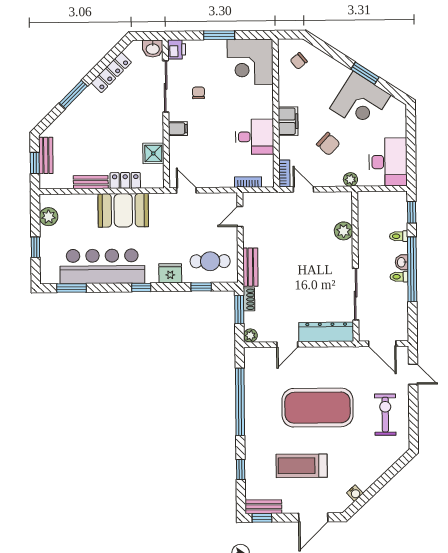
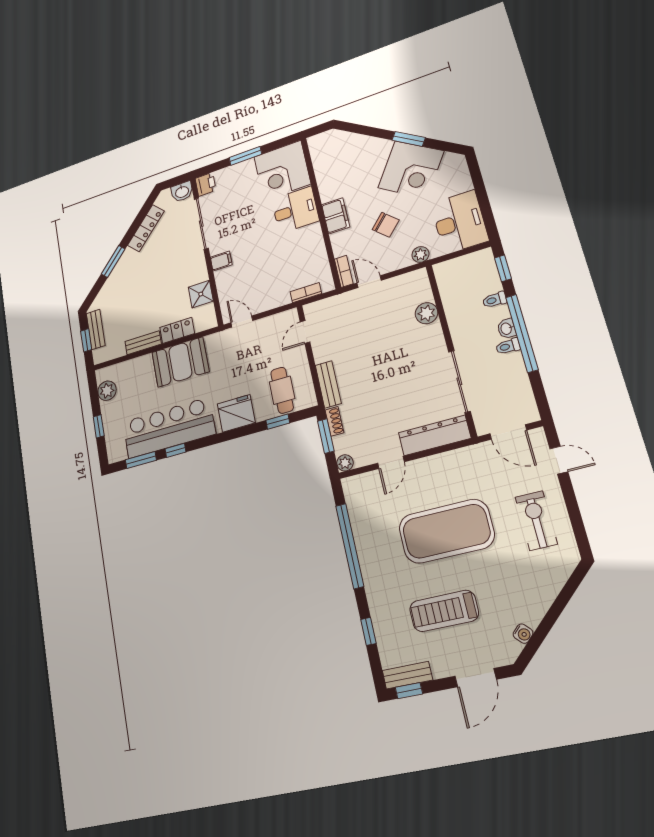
chair: (299, 61) -> (333, 152), removed
chair: (198, 93) -> (235, 219), removed
desk: (255, 137) -> (295, 210), moved
cafe table: (210, 261) -> (282, 390), turned 90
fridge: (170, 273) -> (236, 413), width x1.36, depth x1.34
window: (141, 287) -> (175, 450), moved

